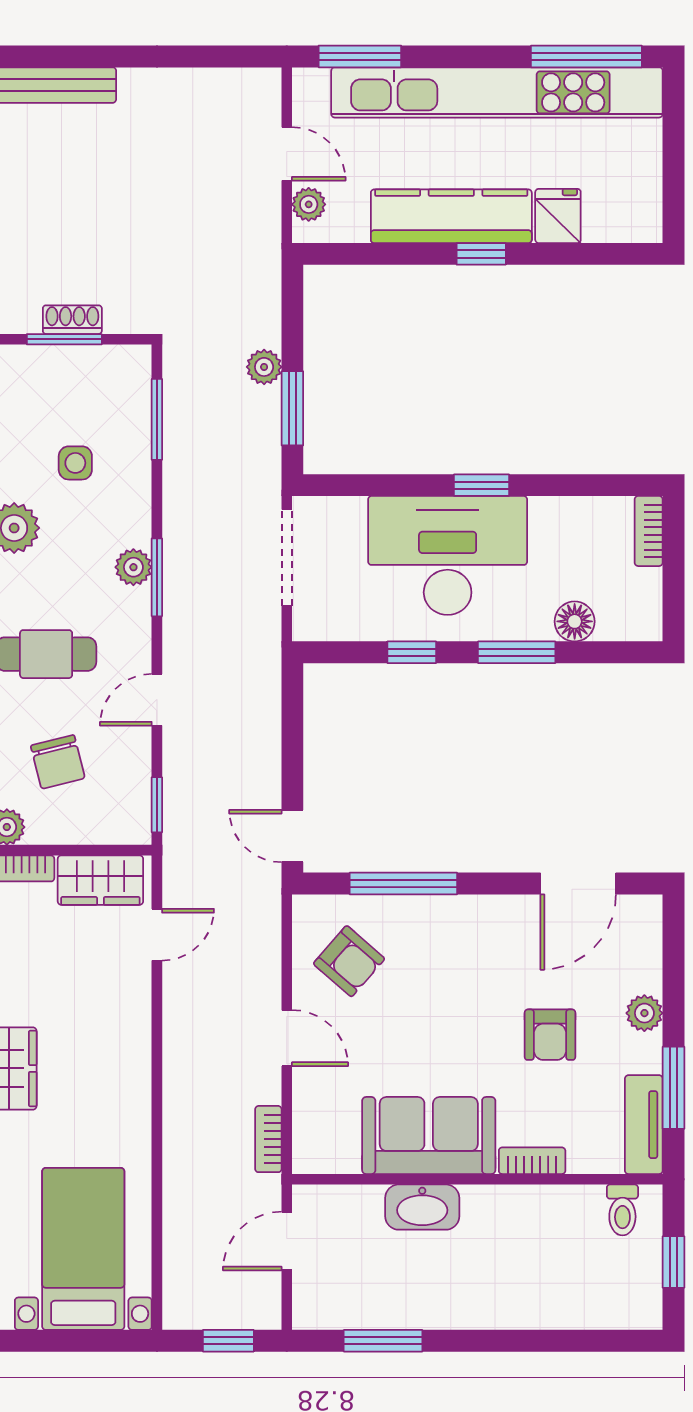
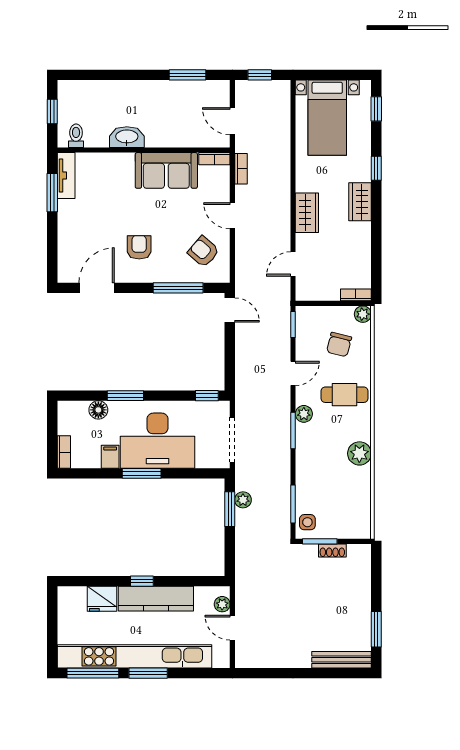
window: (360, 56) -> (148, 673), moved
fridge: (558, 216) -> (102, 599), width x1.38
window: (64, 339) -> (320, 541), moved
plant: (264, 367) -> (243, 500), moved
side table: (75, 463) -> (307, 522), moved
window: (482, 485) -> (142, 473), width x1.50
filing cabinet: (549, 521) -> (110, 457), added
plant: (133, 567) -> (304, 414), moved
window: (412, 652) -> (207, 396), moved
chair: (58, 762) -> (339, 344), turned -152
wardrobe: (100, 880) -> (307, 213), moved, turned 90
plant: (644, 1013) -> (66, 227), removed
armchair: (550, 1035) -> (139, 247), moved
bookcase: (532, 1161) -> (214, 159), moved
washbasin: (422, 1207) -> (127, 137), moved
door: (287, 1241) -> (232, 121), swing flipped

